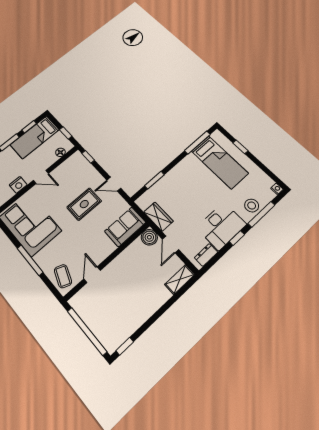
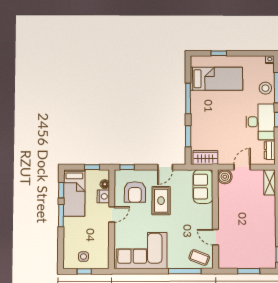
window: (197, 142) -> (188, 99), moved
armchair: (74, 179) -> (135, 192), added
nightstand: (18, 185) -> (103, 196), moved
wardrobe: (158, 217) -> (205, 158), moved
door: (170, 244) -> (242, 167), swing flipped
window: (30, 260) -> (185, 271), moved
window: (87, 331) -> (249, 271), width x0.47

